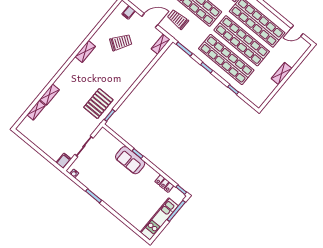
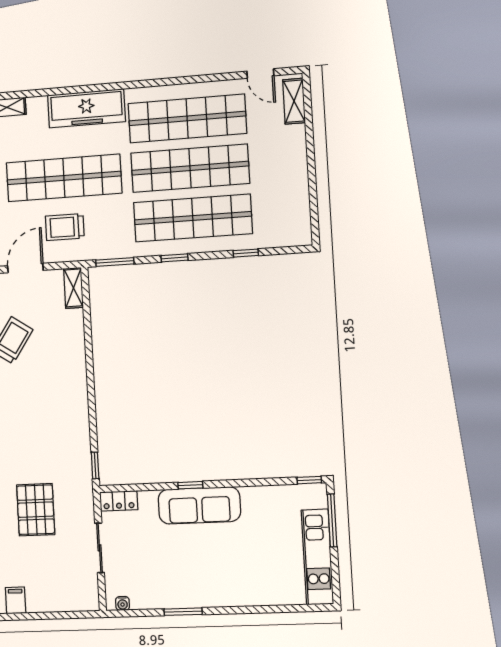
door: (297, 31) -> (260, 74), hinge flipped
shelving: (282, 74) -> (294, 101), moved
pallet: (98, 104) -> (36, 510), moved
sofa: (130, 160) -> (199, 505), width x1.36
filing cabinet: (64, 161) -> (16, 600), moved
locker: (164, 184) -> (119, 501), moved

